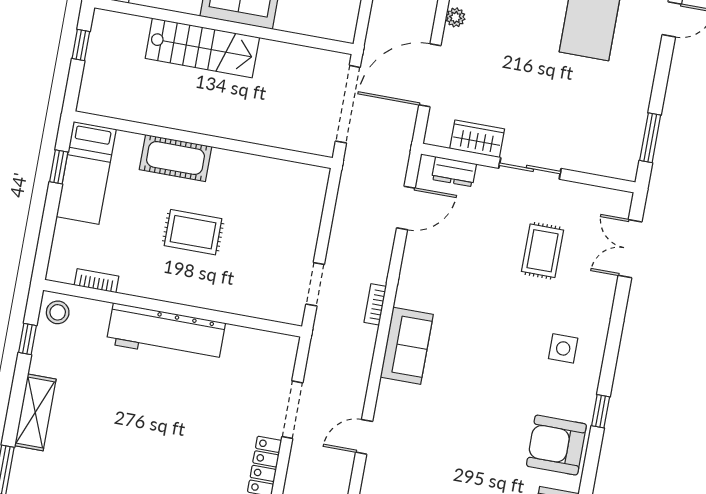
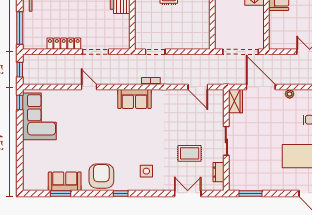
wardrobe: (477, 139) -> (236, 101), moved
dresser: (454, 172) -> (219, 172), moved
double door: (630, 249) -> (188, 194), moved

